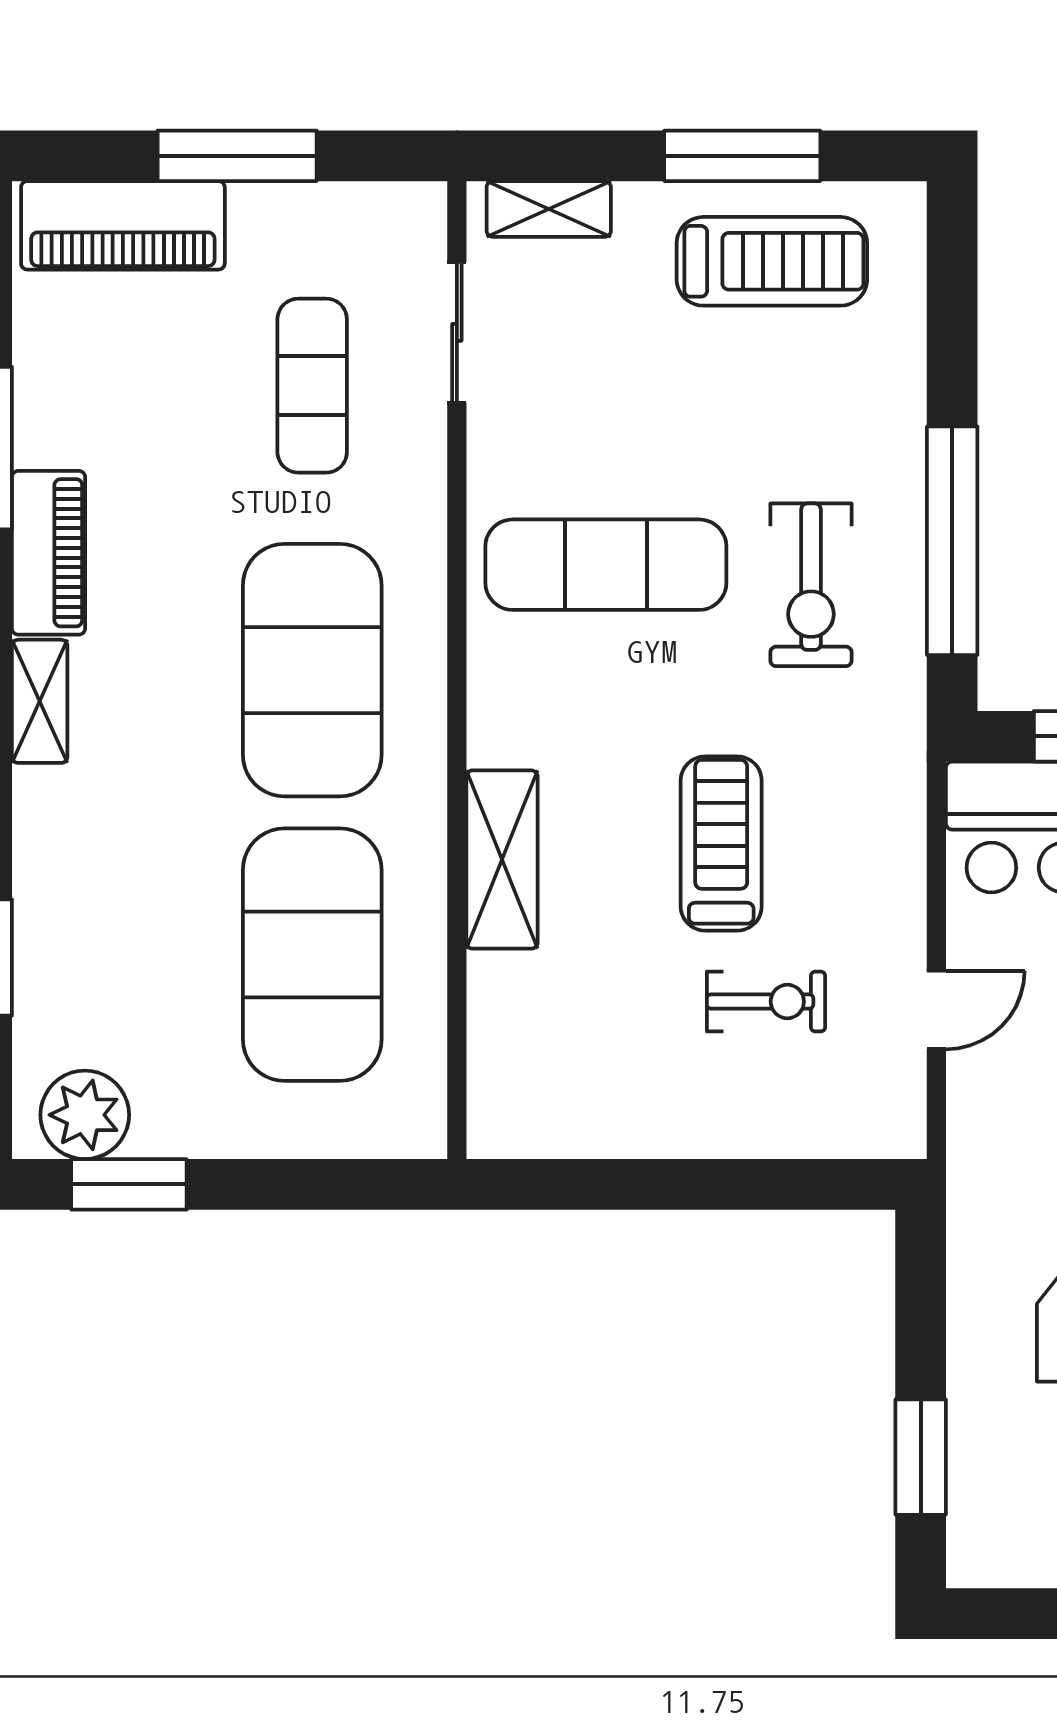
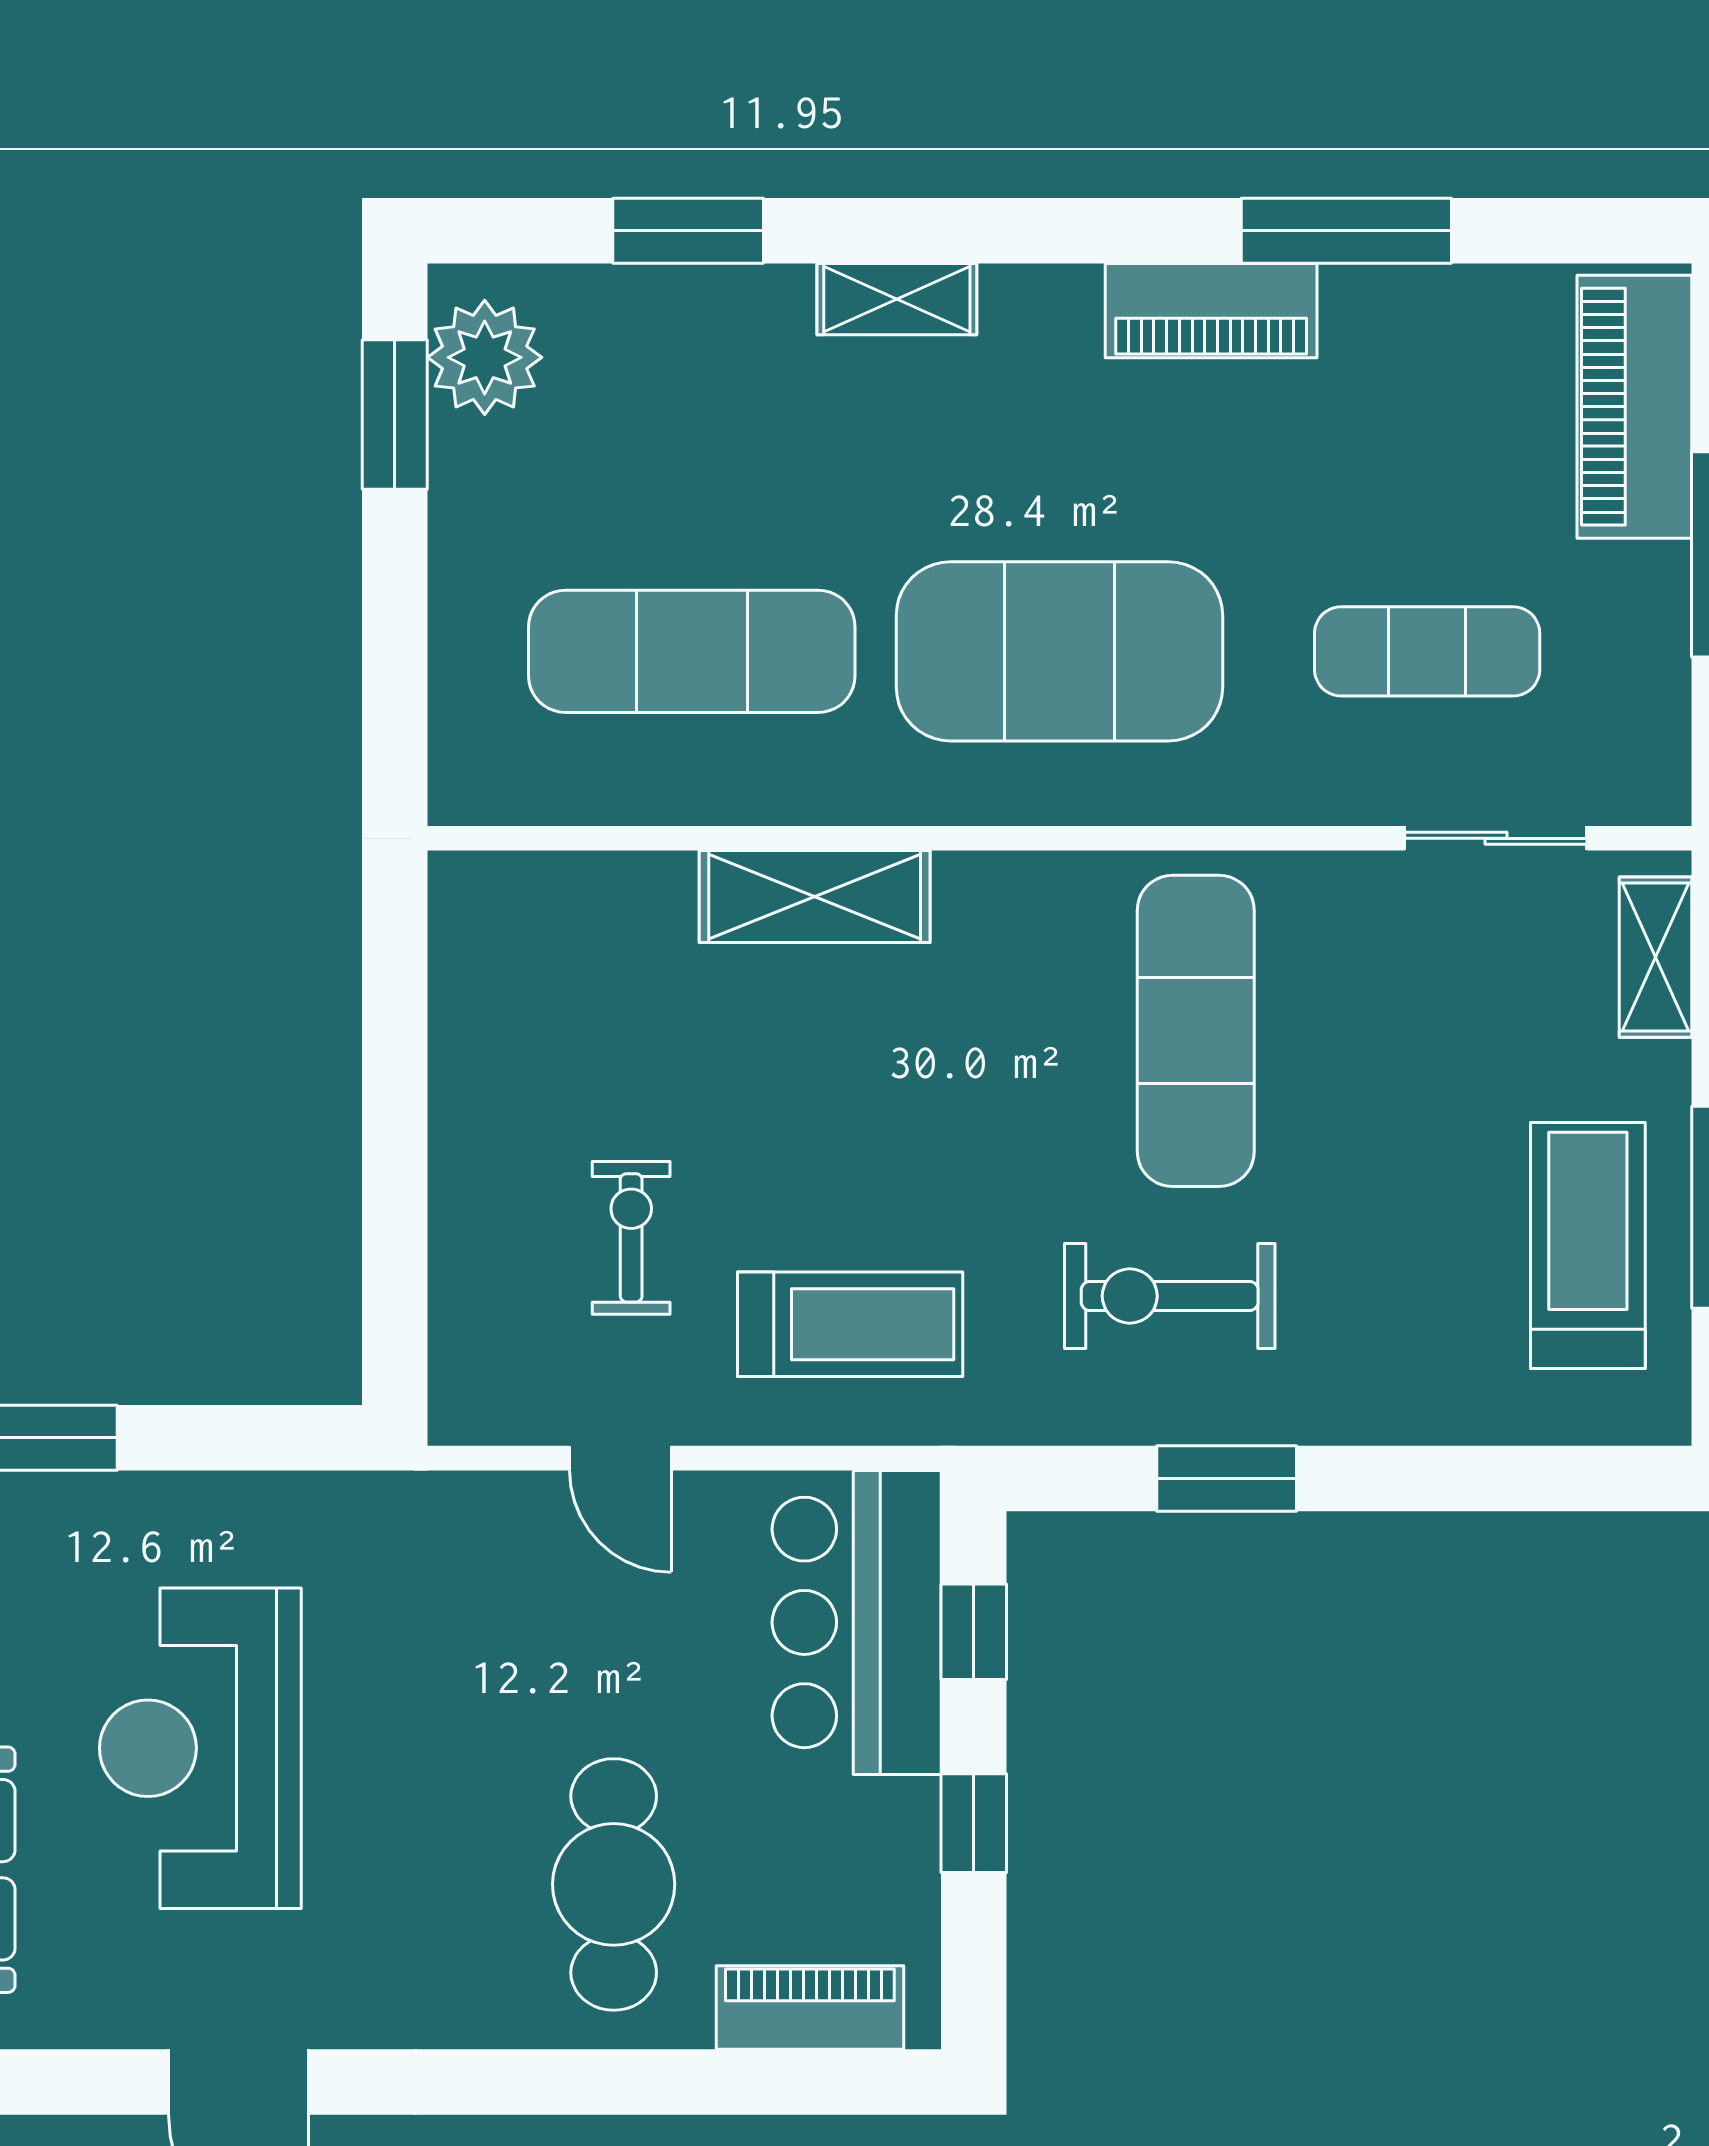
treadmill: (772, 261) -> (1588, 1246), turned 180
window: (952, 541) -> (1227, 1478), width x0.47
shelving: (40, 701) -> (897, 299), moved
treadmill: (721, 844) -> (850, 1324), moved
exercise mat: (312, 955) -> (692, 651), width x0.68
exercise bike: (766, 1002) -> (631, 1238), turned 180

